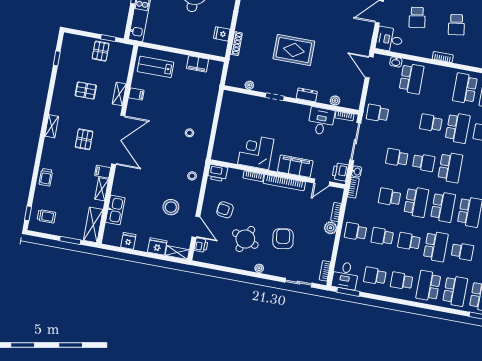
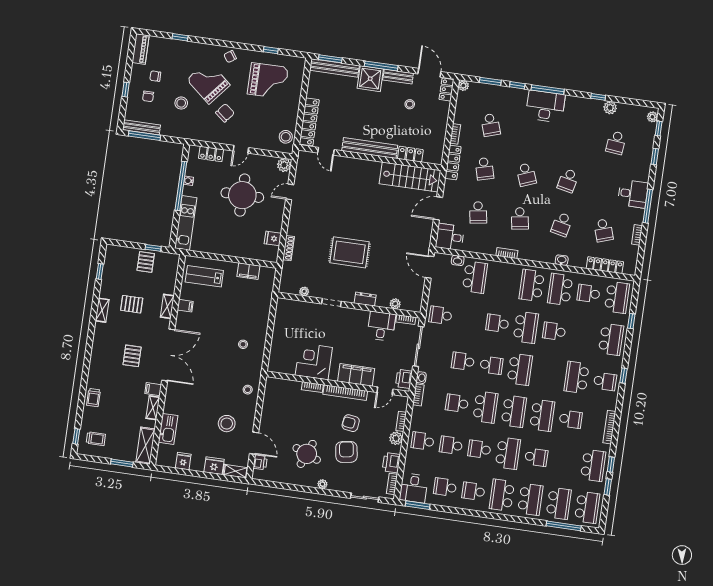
shelving: (52, 126) -> (102, 310), moved
printer: (218, 173) -> (391, 463), moved, turned 90
armchair: (225, 210) -> (351, 423), moved

